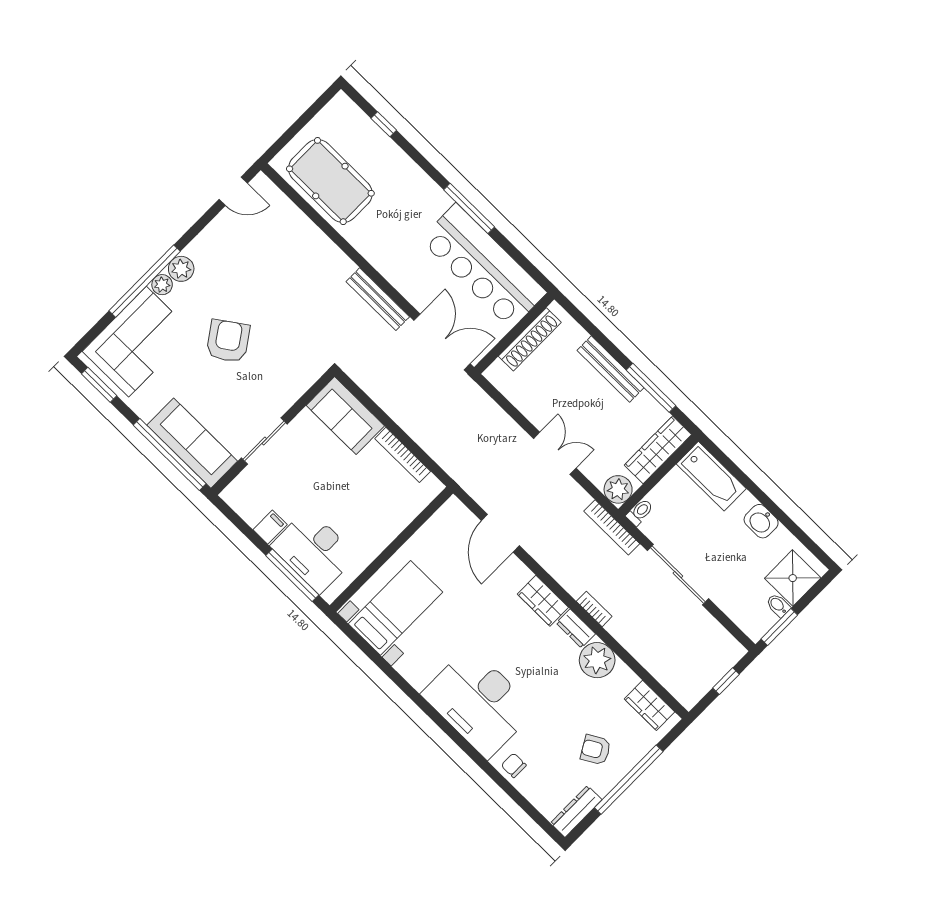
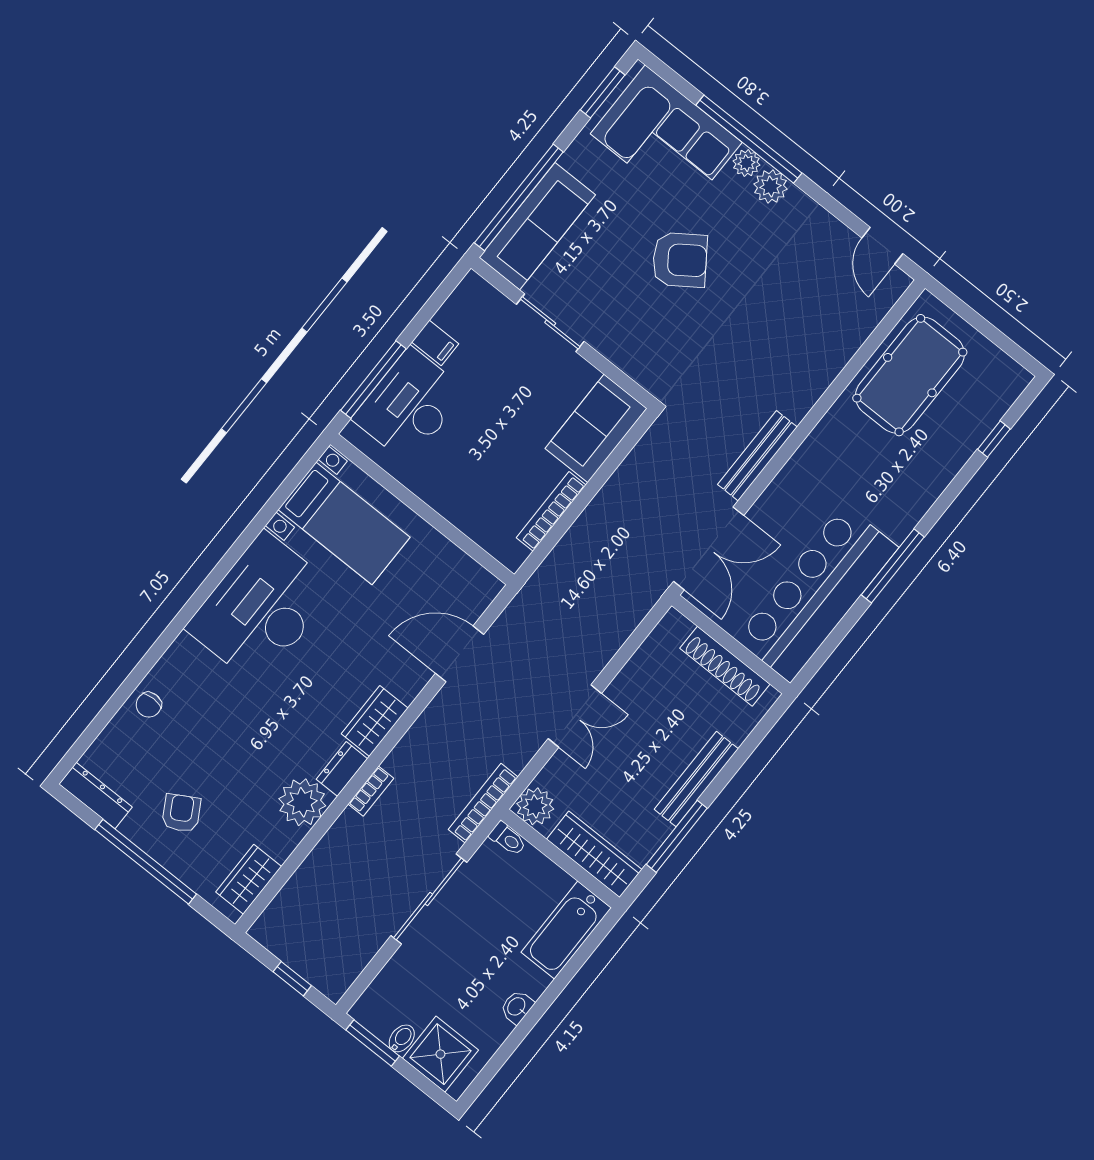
washbasin: (761, 521) -> (517, 1007), width x0.72, depth x0.69
desk: (479, 702) -> (261, 608), moved
chair: (514, 765) -> (149, 705), turned 180

